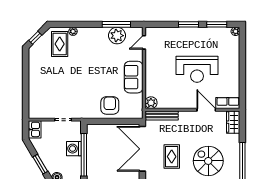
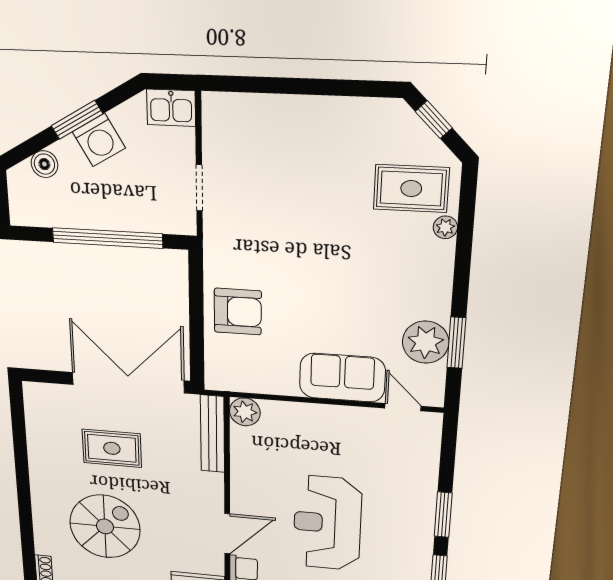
window: (116, 24) -> (456, 343), width x0.69
sofa: (134, 77) -> (342, 378), moved
washing machine: (74, 149) -> (99, 140), moved, turned 150

